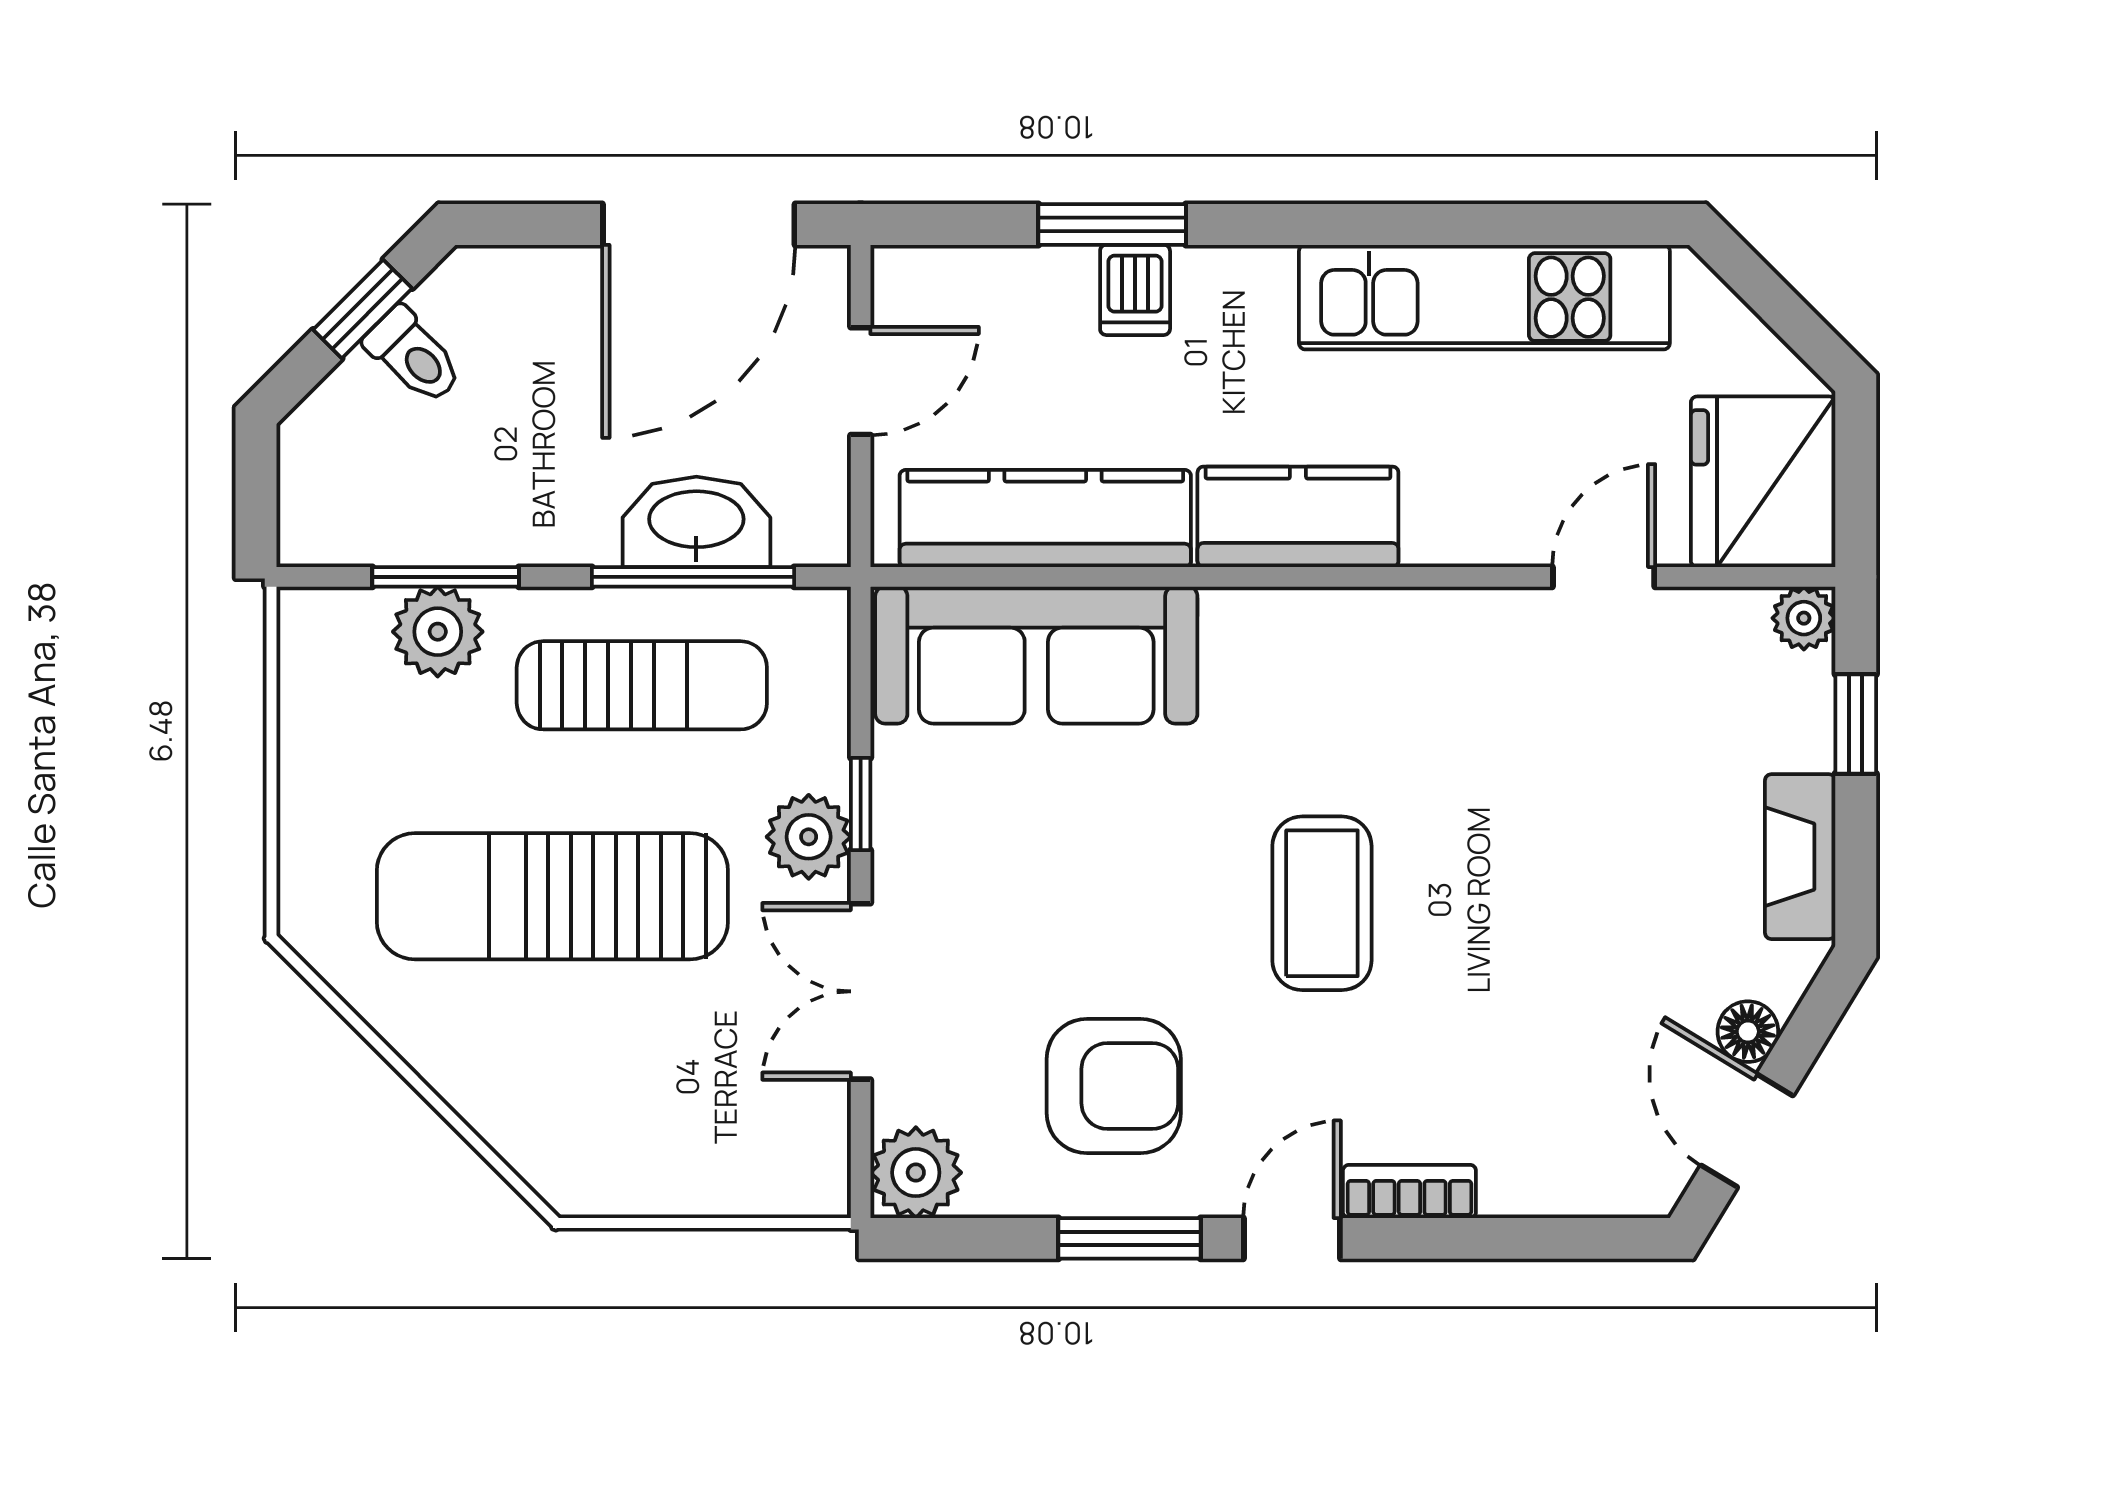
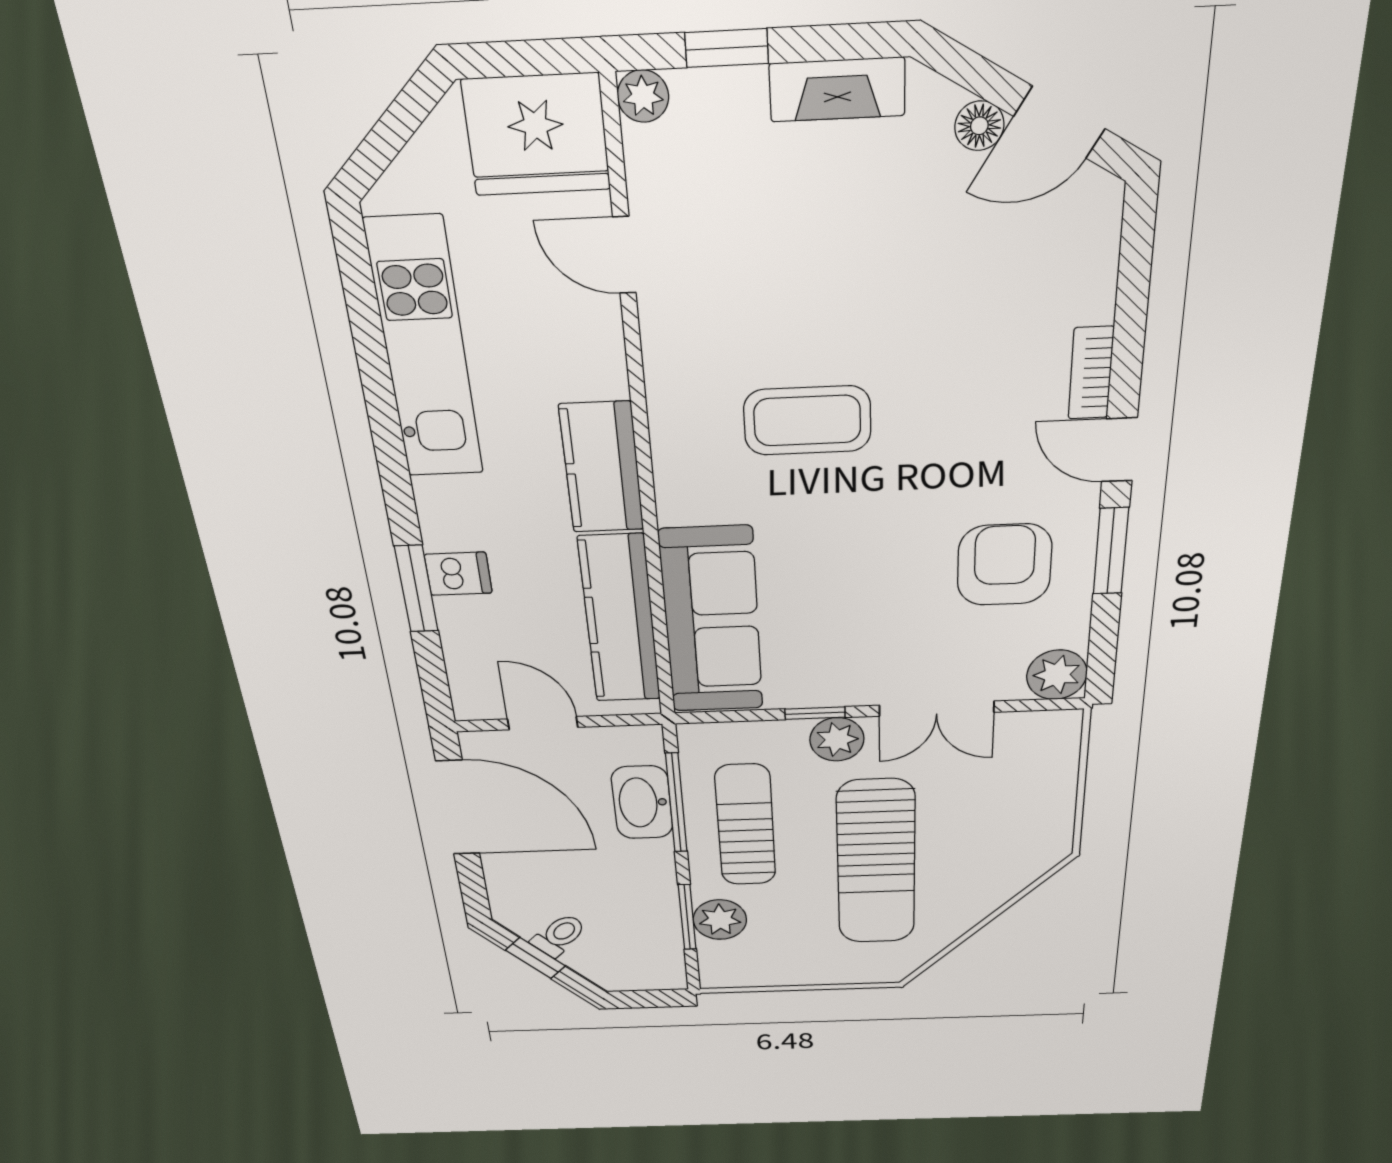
coffee table: (1322, 903) -> (807, 421), moved

